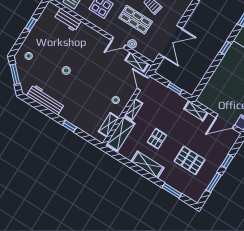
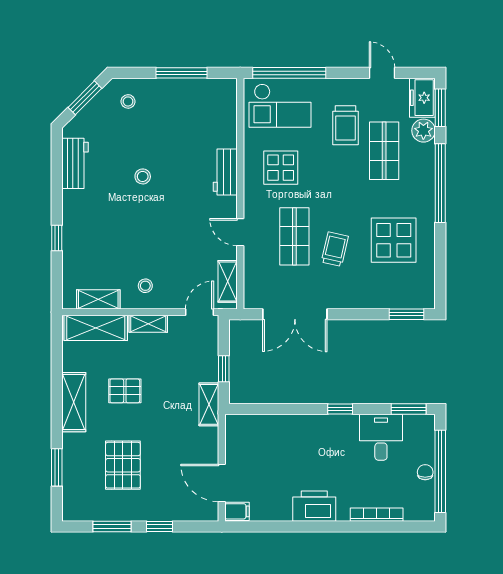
workbench: (68, 20) -> (225, 172), moved
window: (31, 24) -> (181, 73), width x2.17
plant: (132, 44) -> (252, 255), removed
workbench: (46, 100) -> (75, 163), width x0.73
shelving: (196, 111) -> (209, 404), moved

